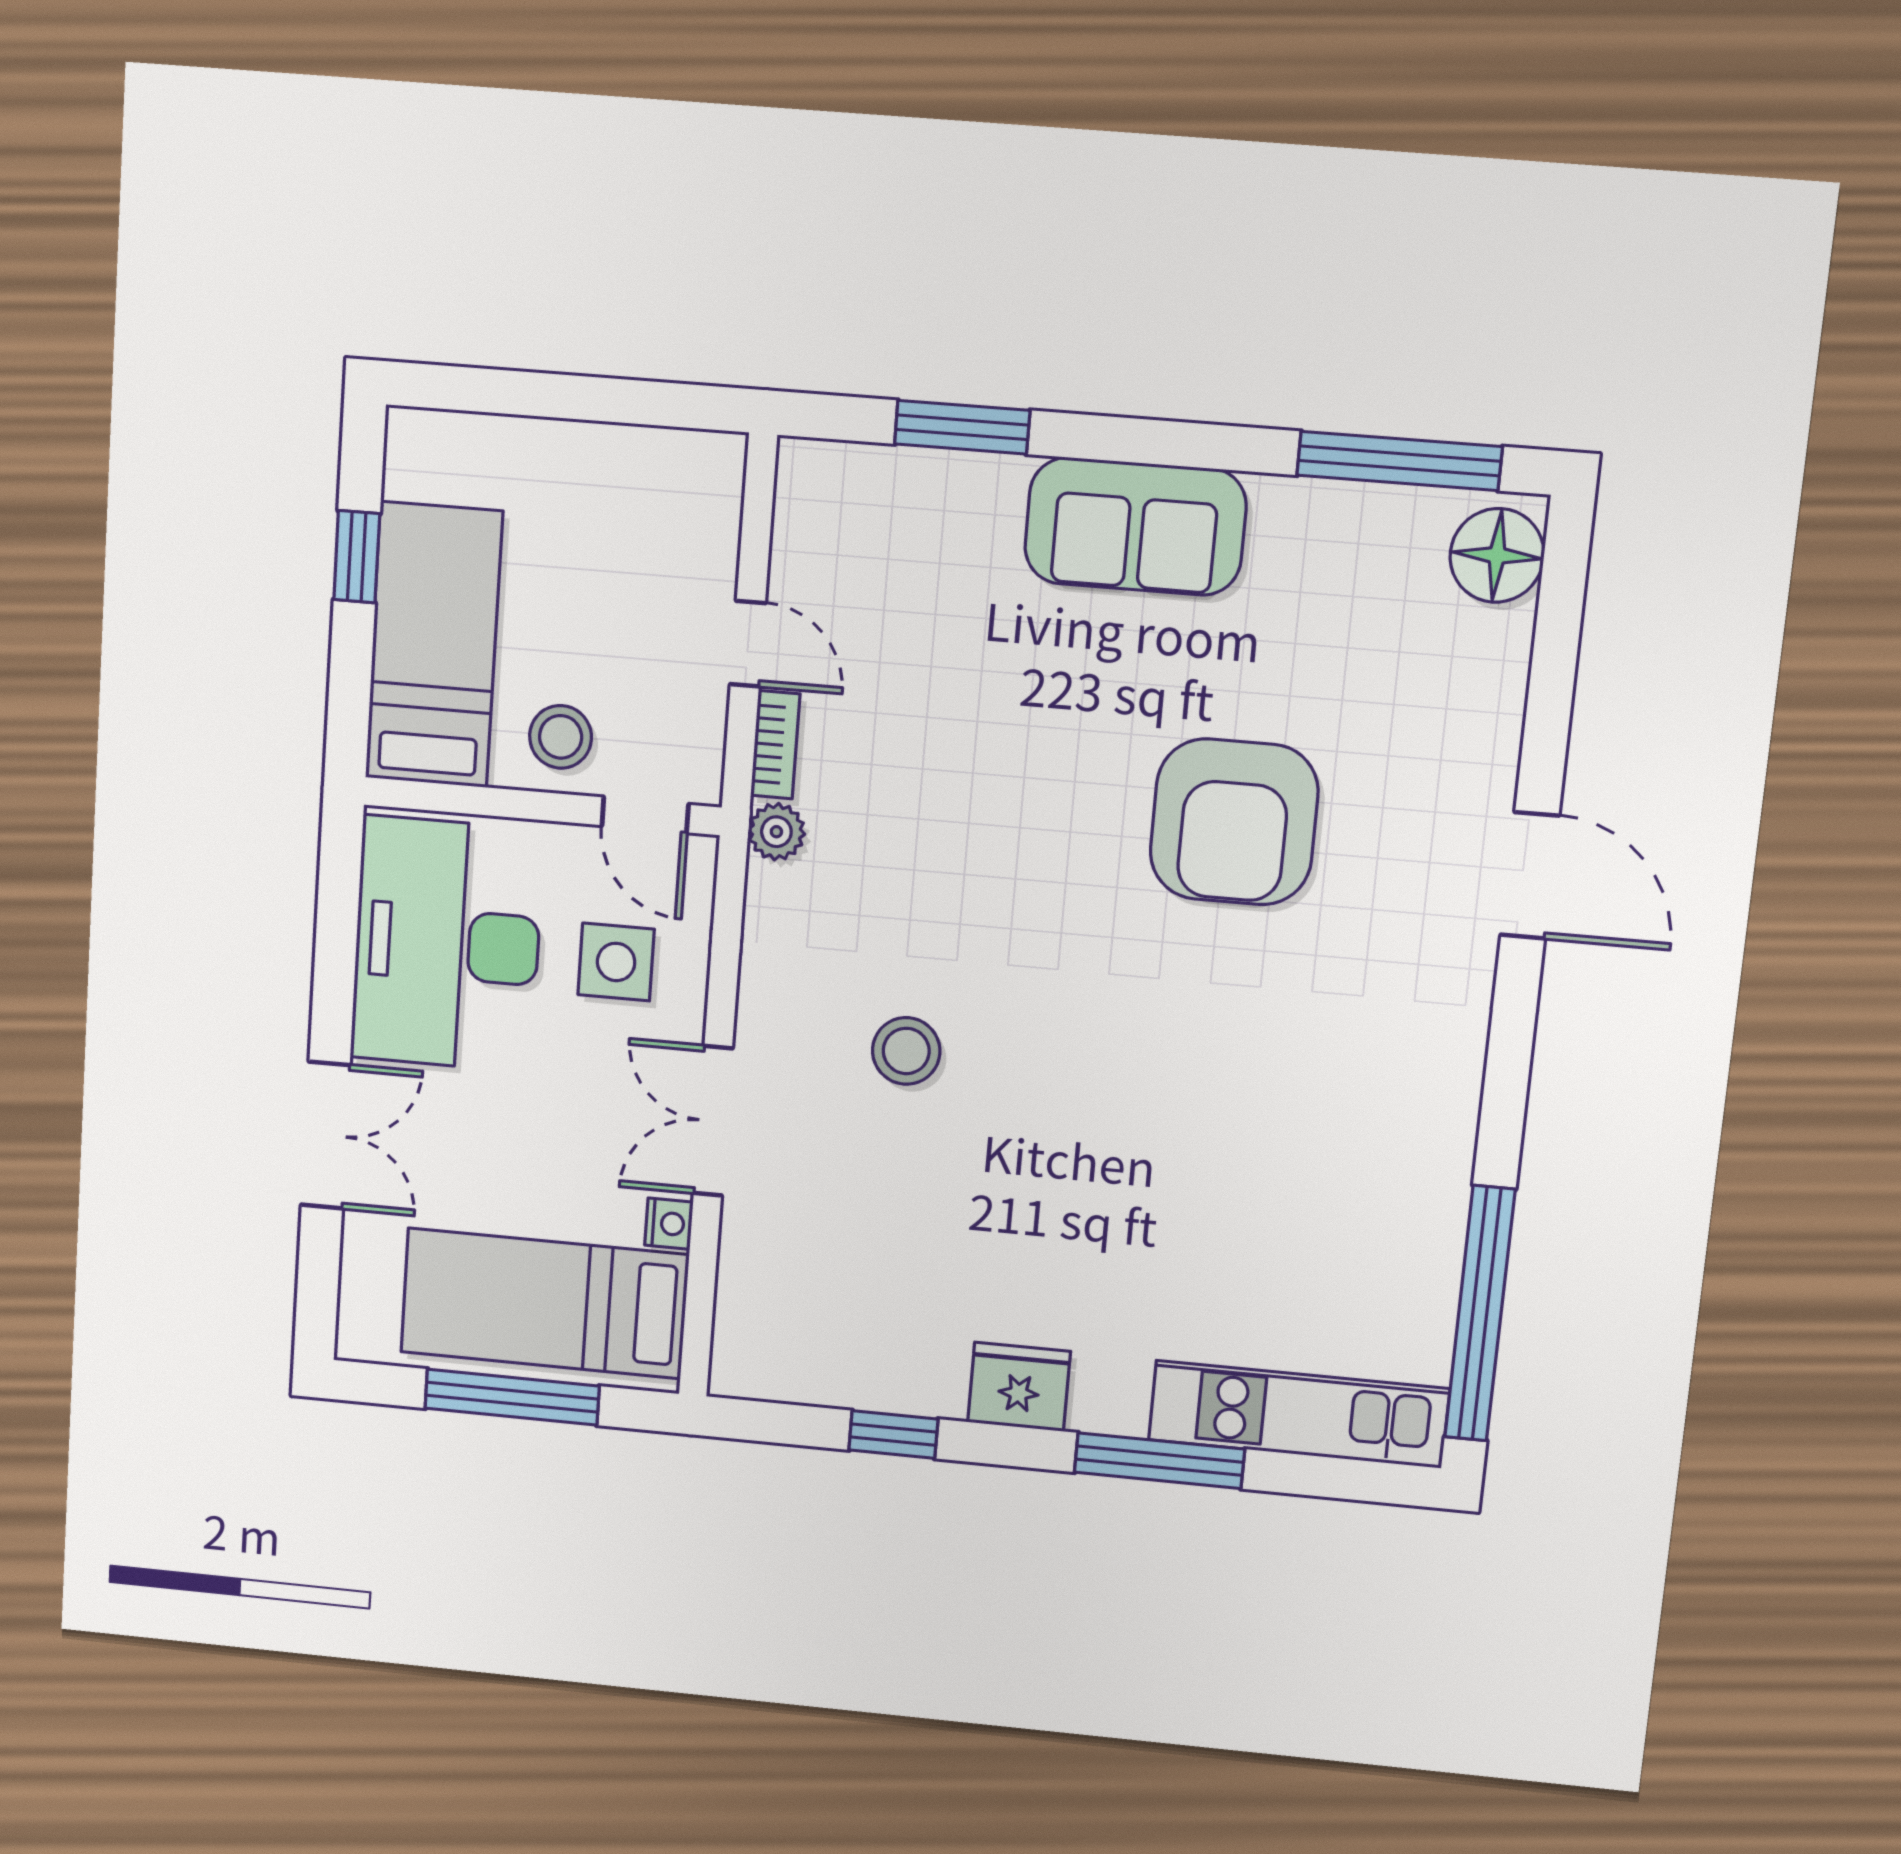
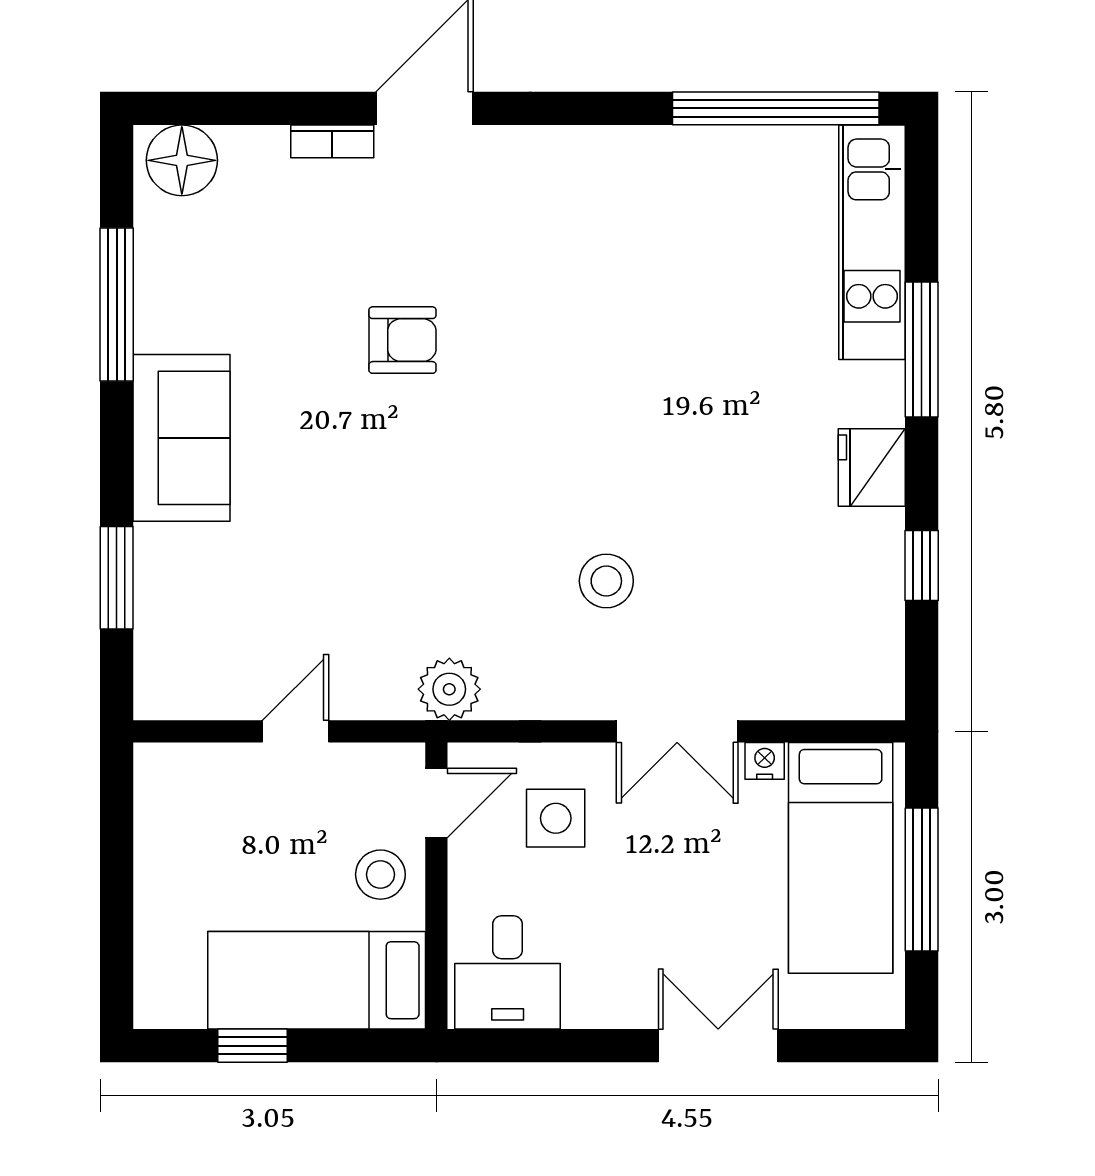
window: (1399, 461) -> (117, 305), moved
bookcase: (775, 745) -> (332, 141), moved, turned 180
armchair: (1234, 822) -> (402, 340), width x0.53, depth x0.53
plant: (776, 832) -> (449, 689), width x1.38, depth x1.38
desk: (447, 944) -> (508, 972), width x0.53, depth x0.77

